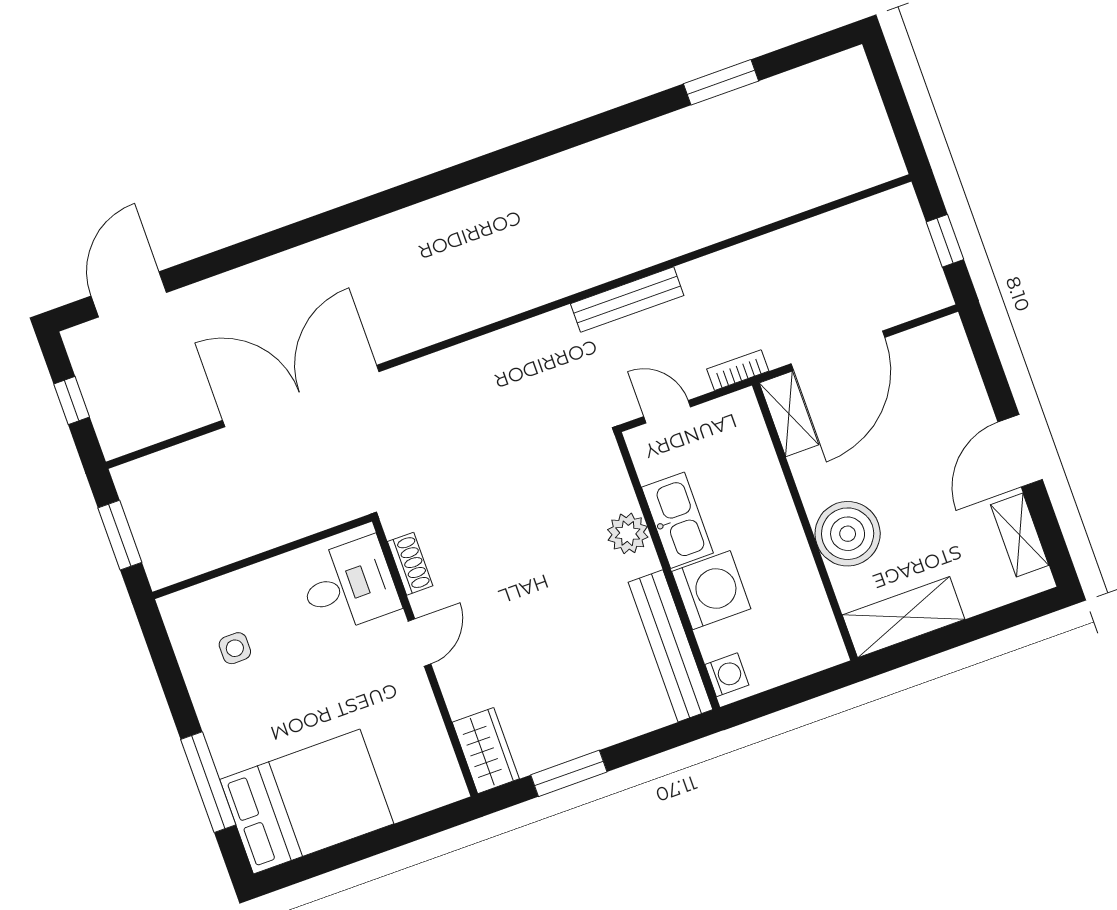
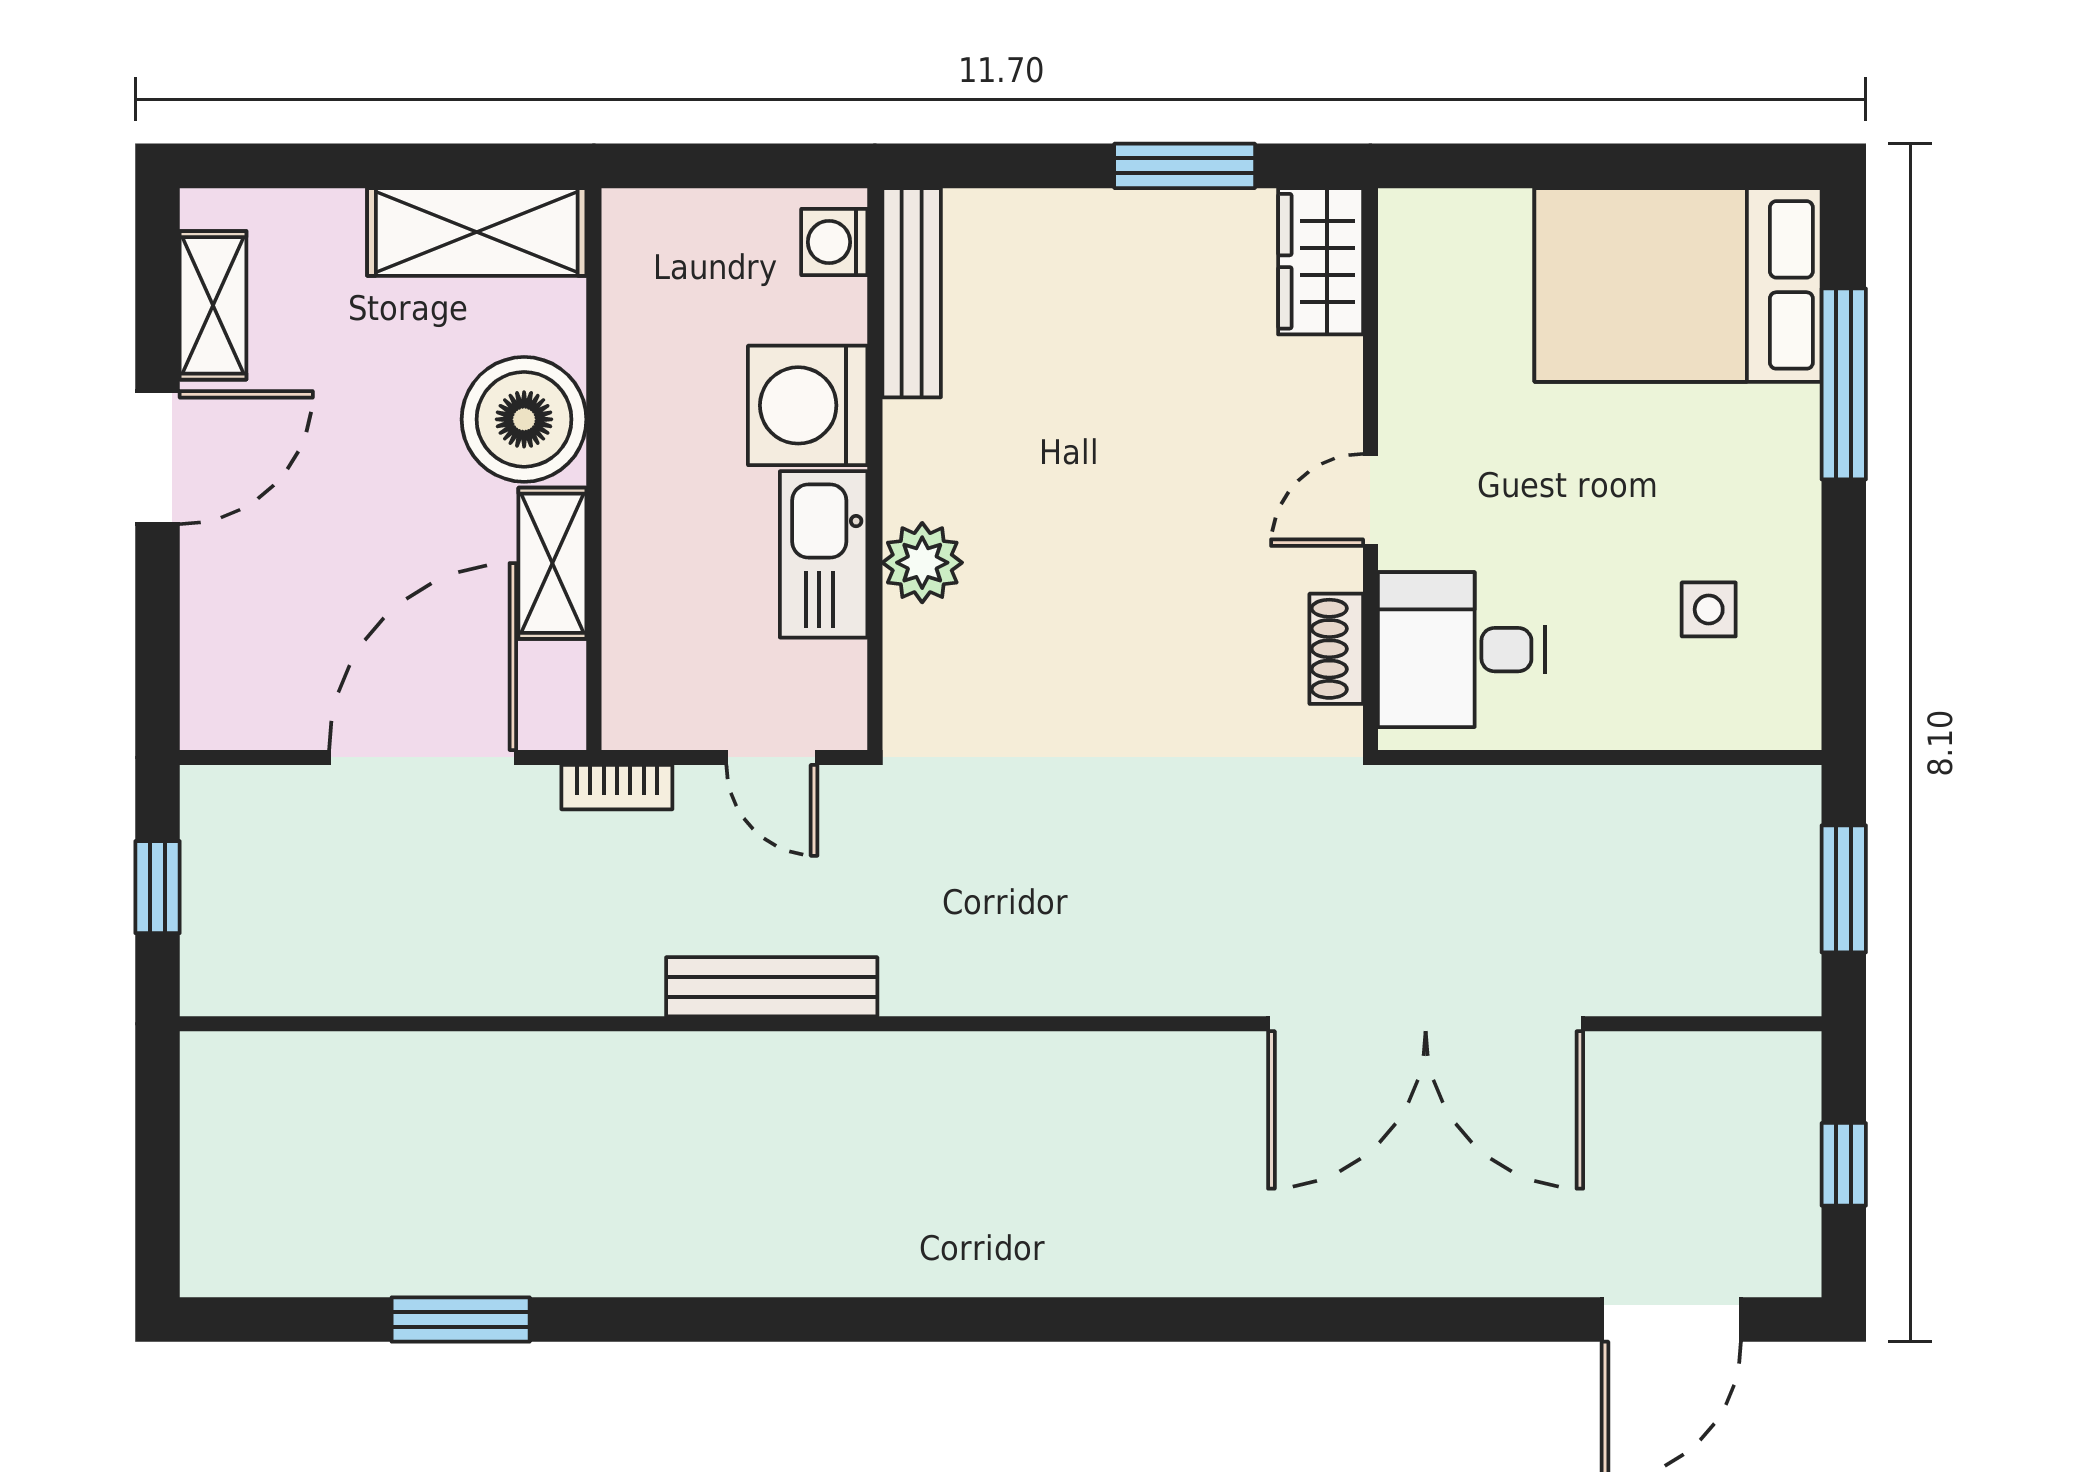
shelving: (789, 414) -> (552, 563), moved
bench: (670, 646) -> (912, 293), width x0.73, depth x0.82

